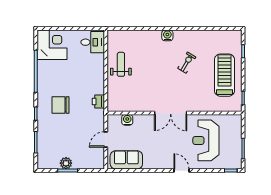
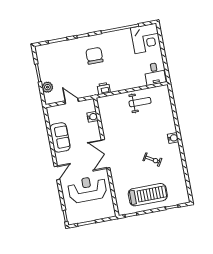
sofa: (126, 160) -> (60, 137), moved
plant: (66, 163) -> (47, 87), moved

